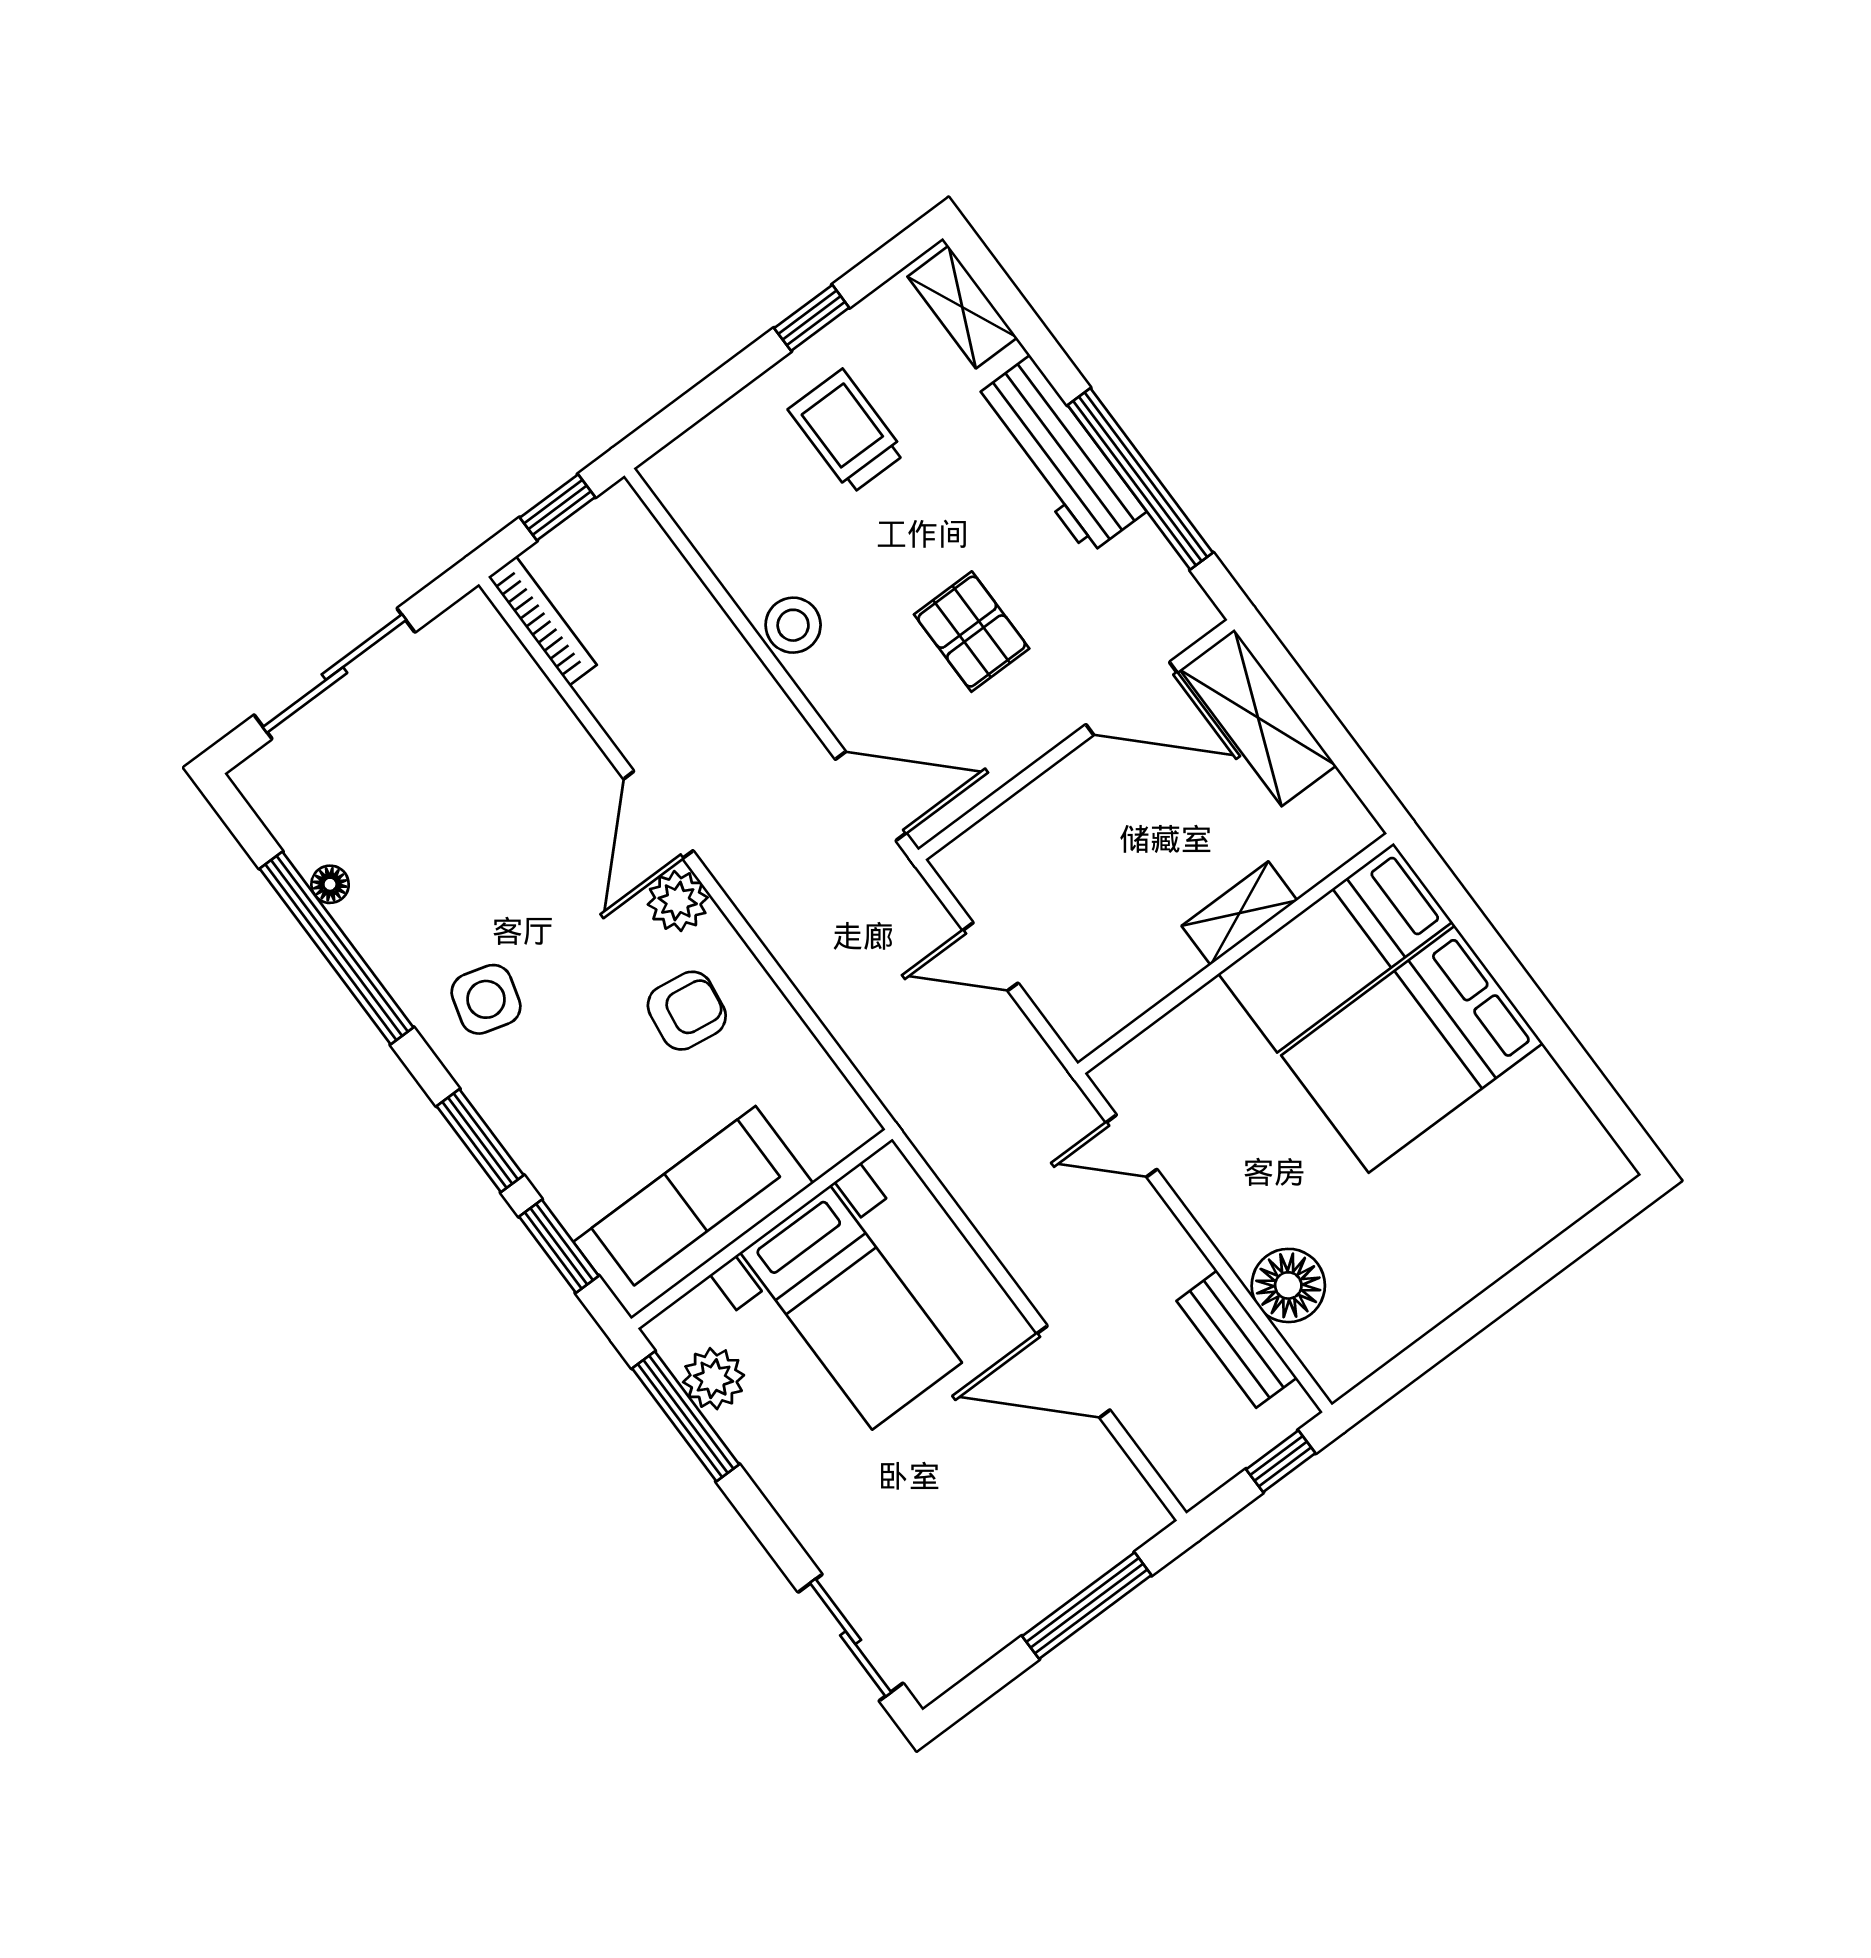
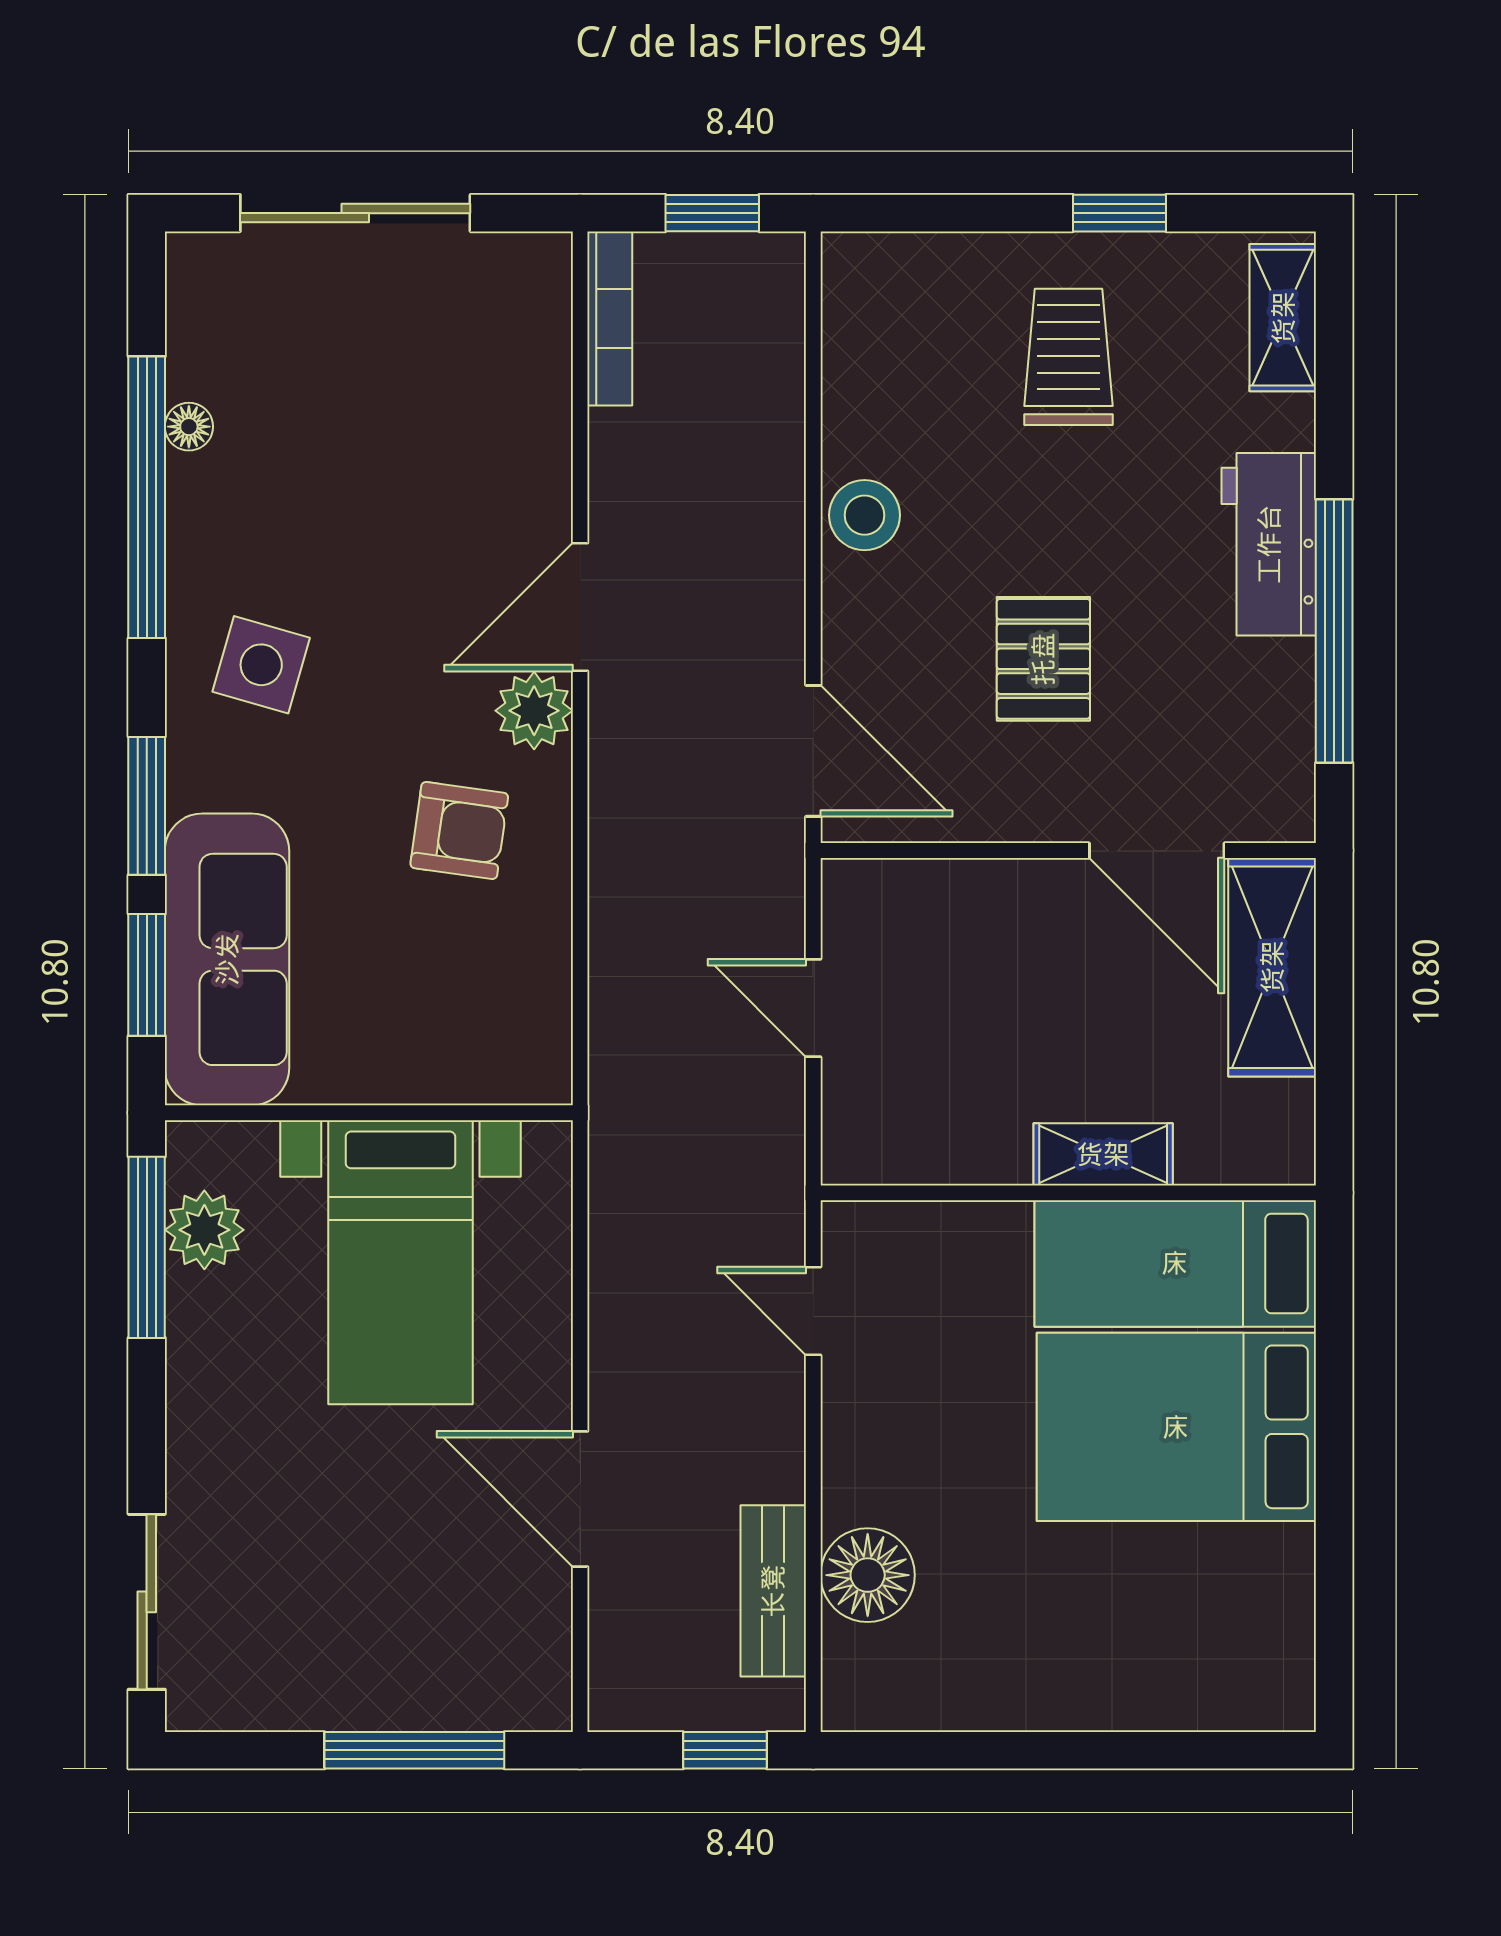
workbench: (1059, 455) -> (1269, 544), width x0.73
sofa: (693, 1213) -> (227, 959), moved, turned 90

